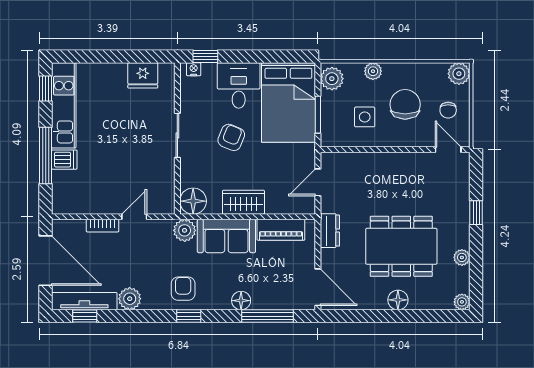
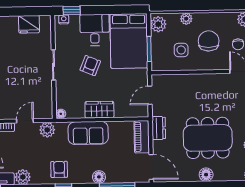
floor lamp: (193, 201) -> (61, 114), width x0.53, depth x0.53
plant: (185, 230) -> (47, 130), moved
piano: (281, 230) -> (142, 137), moved, turned 90

